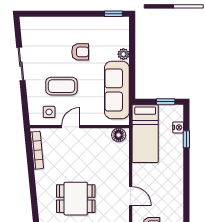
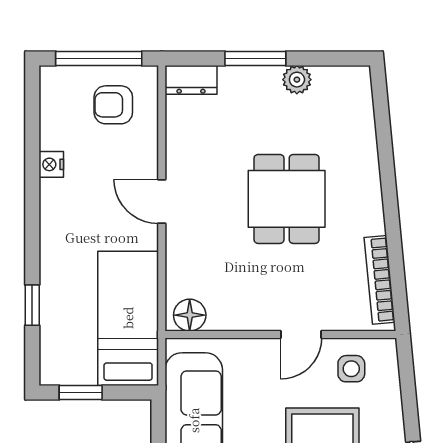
nightstand: (178, 127) -> (51, 164), moved
door: (131, 196) -> (162, 202), moved
dining table: (76, 199) -> (287, 199), moved, turned 90

